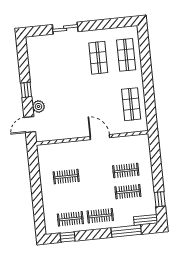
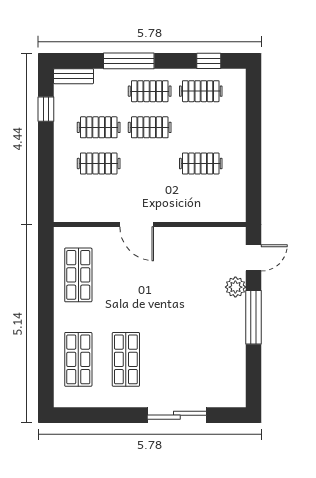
sliding door: (65, 28) -> (177, 415), width x1.37
window: (26, 90) -> (254, 317), width x2.17
clothes rail: (98, 195) -> (150, 127), added
window: (126, 231) -> (129, 61), moved

